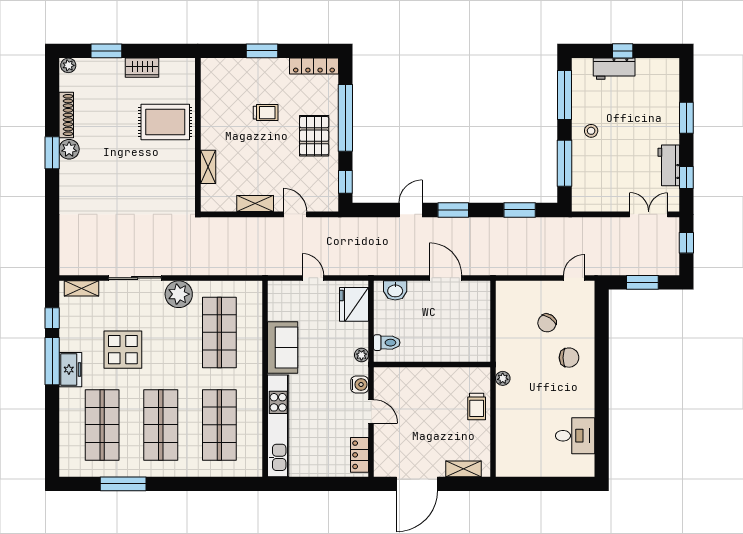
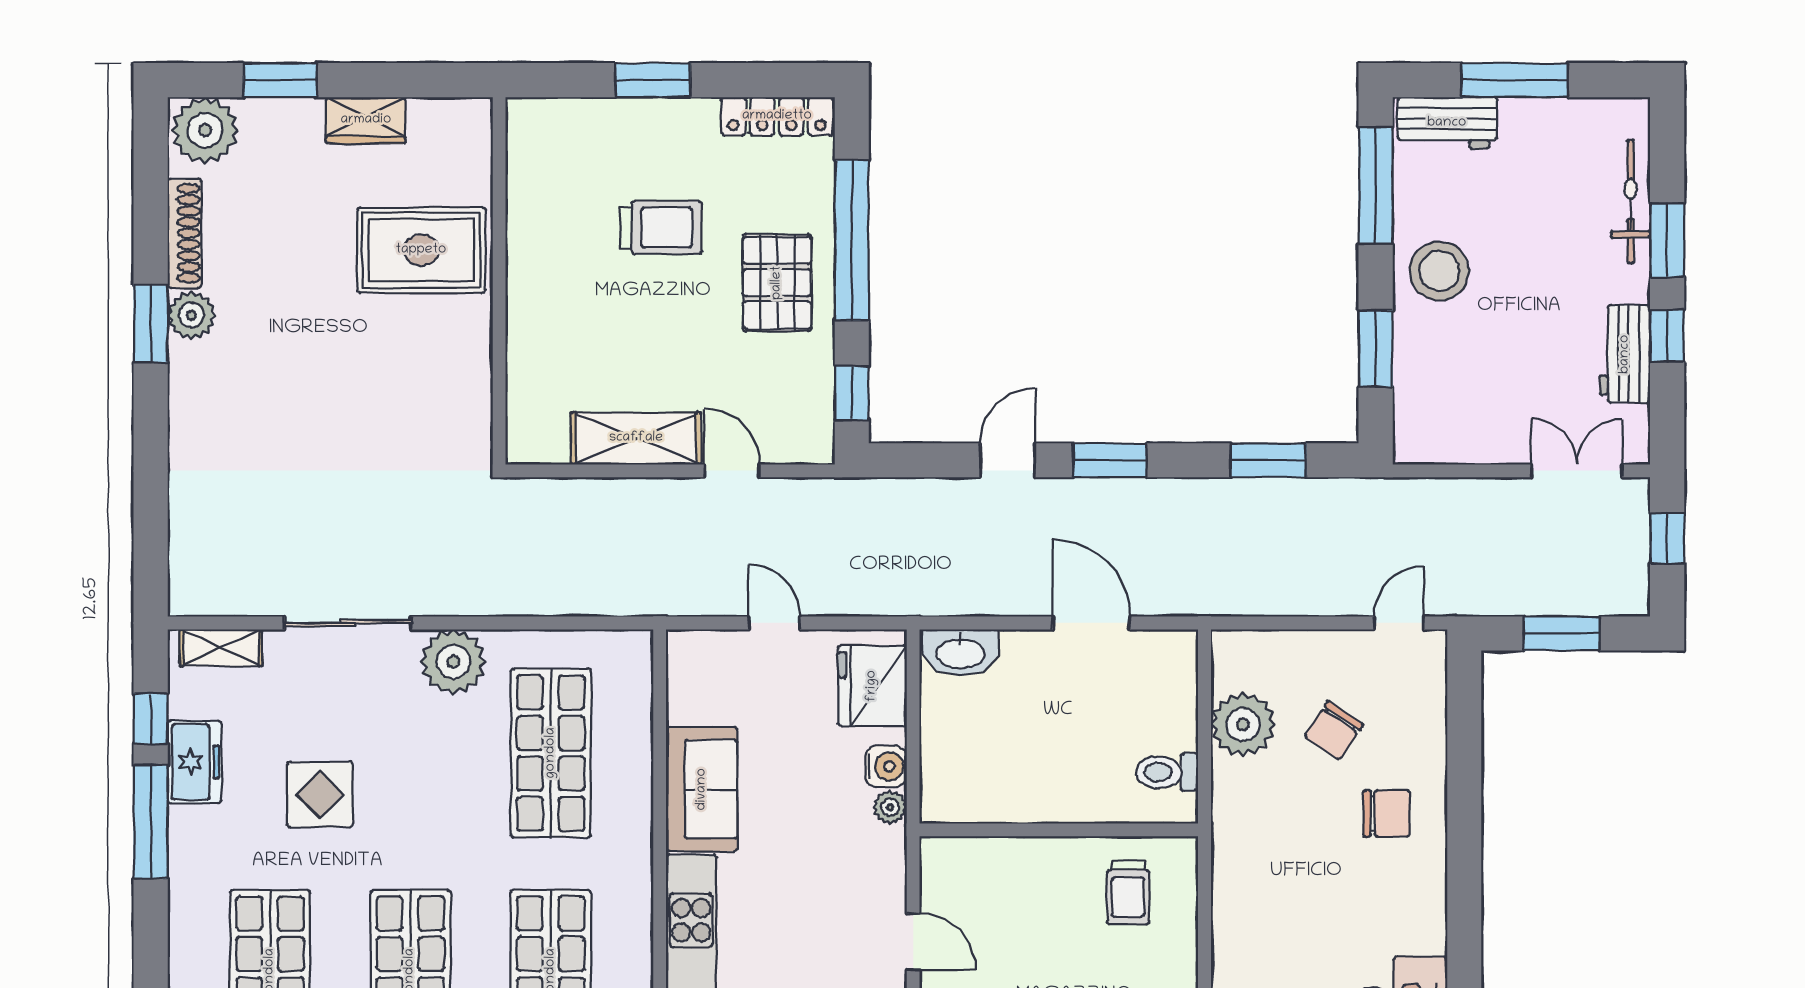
window: (623, 51) -> (1515, 80), width x2.17
plant: (68, 65) -> (205, 130), width x1.87, depth x1.87
workbench: (614, 69) -> (1447, 123), moved
bicycle: (671, 102) -> (1631, 201), added
trolley: (266, 113) -> (661, 228), width x1.36, depth x1.39
stool: (591, 131) -> (1439, 271), width x1.89, depth x1.89
window: (564, 163) -> (1376, 349), width x0.69
shelving: (208, 167) -> (523, 358), removed
window: (686, 177) -> (1667, 336), moved
shelving: (255, 204) -> (636, 438), width x1.50, depth x1.33
washbasin: (395, 290) -> (960, 653), width x1.38
toilet: (387, 343) -> (1167, 772), moved, turned 180
display table: (123, 350) -> (320, 794), width x0.73, depth x0.73
freezer: (70, 370) -> (194, 762), moved
plant: (503, 378) -> (1243, 725), moved, width x1.88, depth x1.88
water cooler: (360, 385) -> (886, 766), moved
trolley: (477, 406) -> (1128, 893), moved

